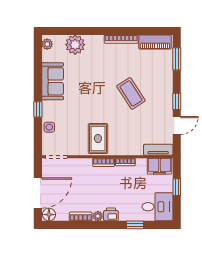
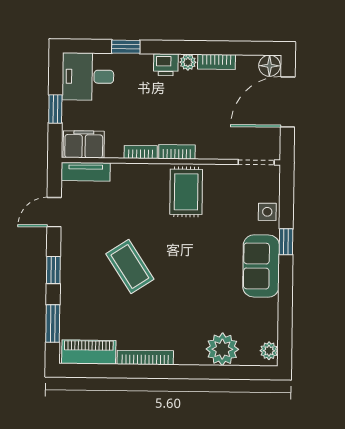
sofa: (53, 81) -> (261, 266), moved
window: (177, 101) -> (53, 270), moved

